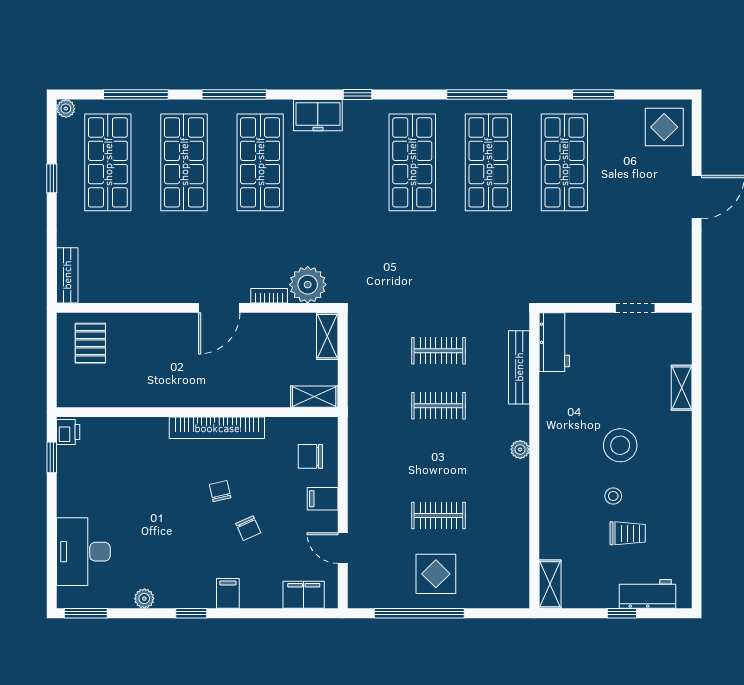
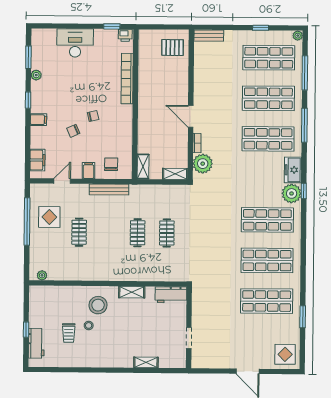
window: (477, 95) -> (303, 255), removed
plant: (362, 117) -> (292, 193), added
bench: (519, 367) -> (109, 190), moved
bookcase: (217, 428) -> (127, 79), moved
stool: (620, 445) -> (98, 305), moved
plant: (520, 449) -> (42, 275), moved
desk: (83, 552) -> (75, 43), moved
display table: (436, 574) -> (49, 217), moved
shelving: (550, 584) -> (132, 292), moved
window: (86, 613) -> (28, 57), moved

